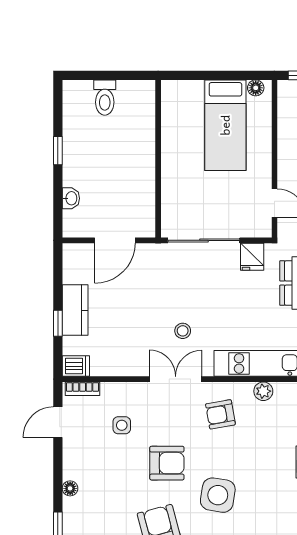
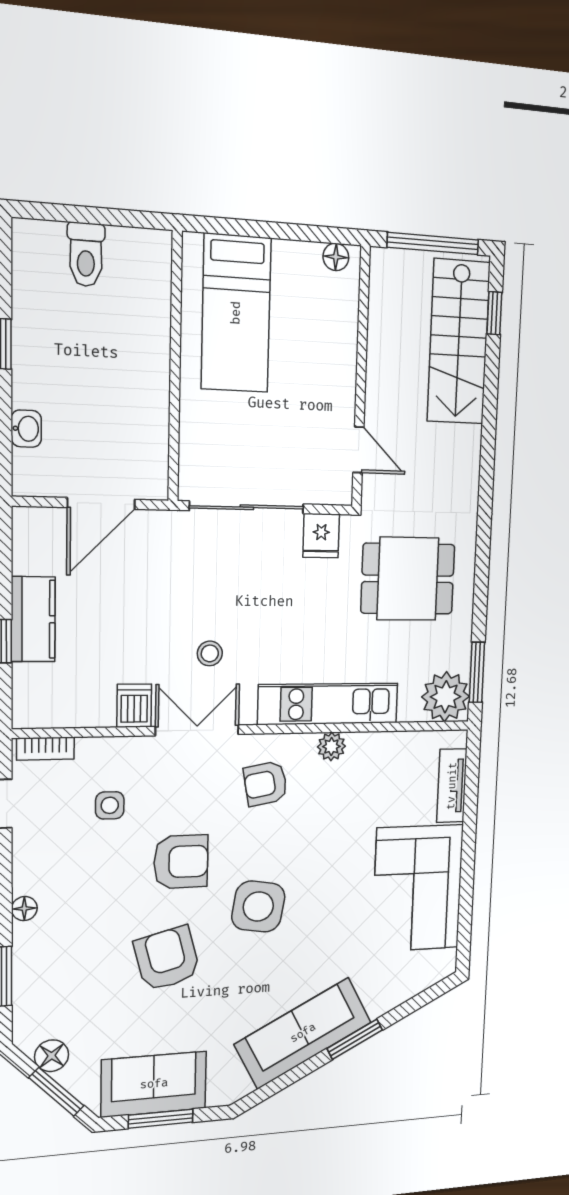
bed: (225, 125) -> (236, 313), moved
dishwasher: (76, 366) -> (134, 706), moved, turned -90

